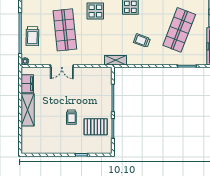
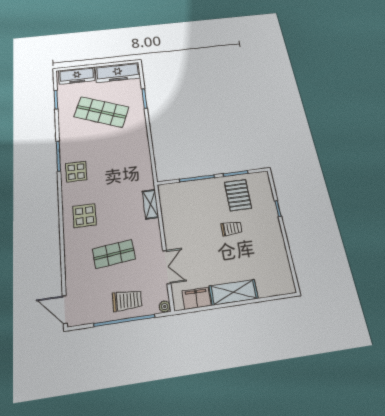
shop shelf: (65, 30) -> (114, 254), width x0.70, depth x0.74
trolley: (142, 41) -> (119, 153), removed
shelving: (115, 60) -> (150, 204), moved
double door: (62, 66) -> (167, 267), moved

